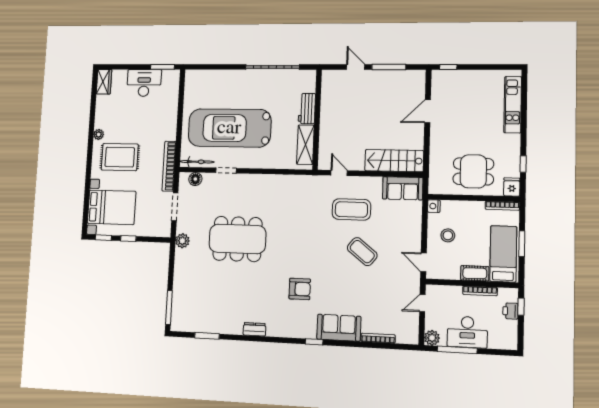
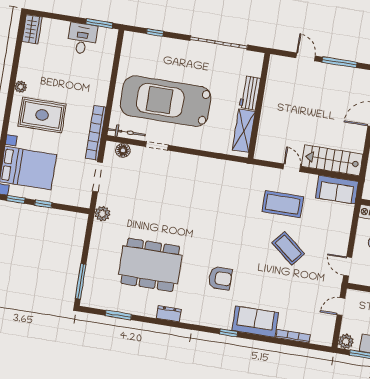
window: (213, 67) -> (155, 32), added
desk: (144, 83) -> (82, 39), width x0.73
door: (339, 173) -> (292, 168), moved
dining table: (237, 239) -> (150, 265), moved

